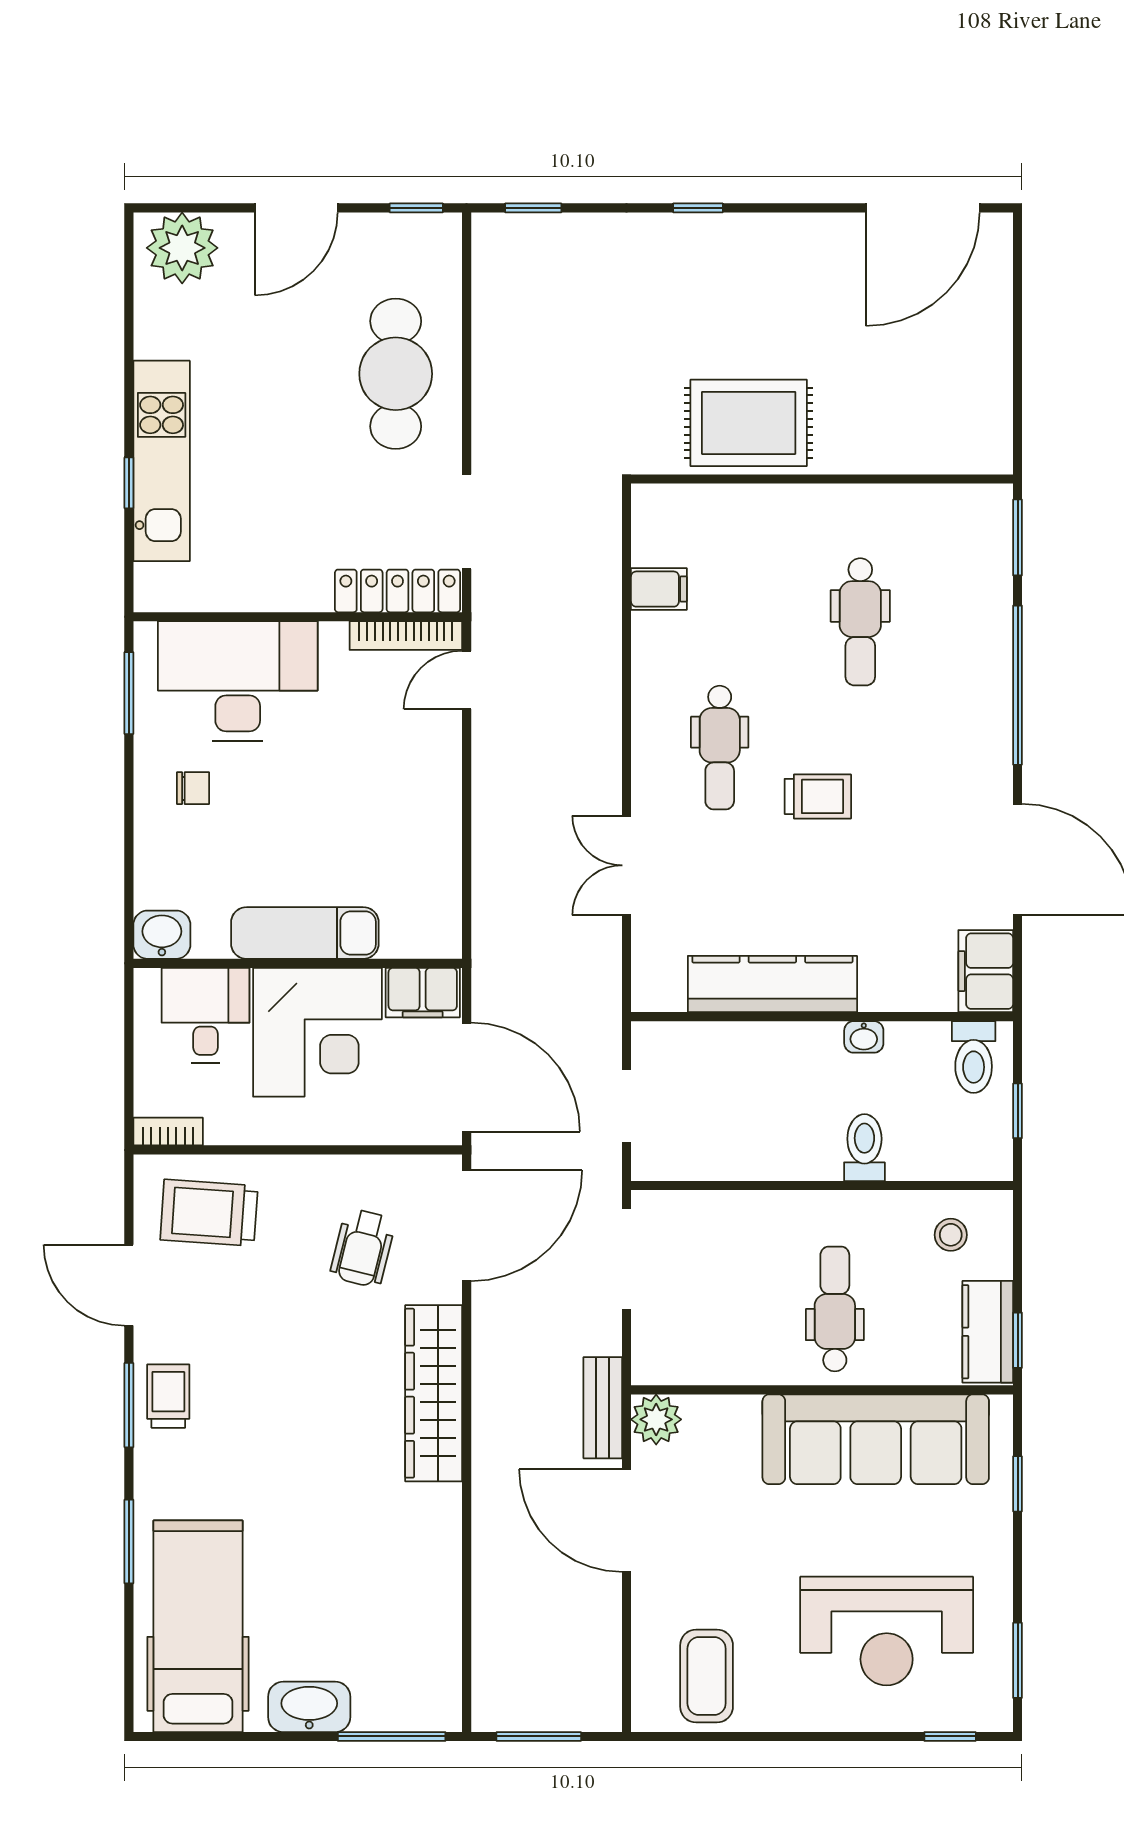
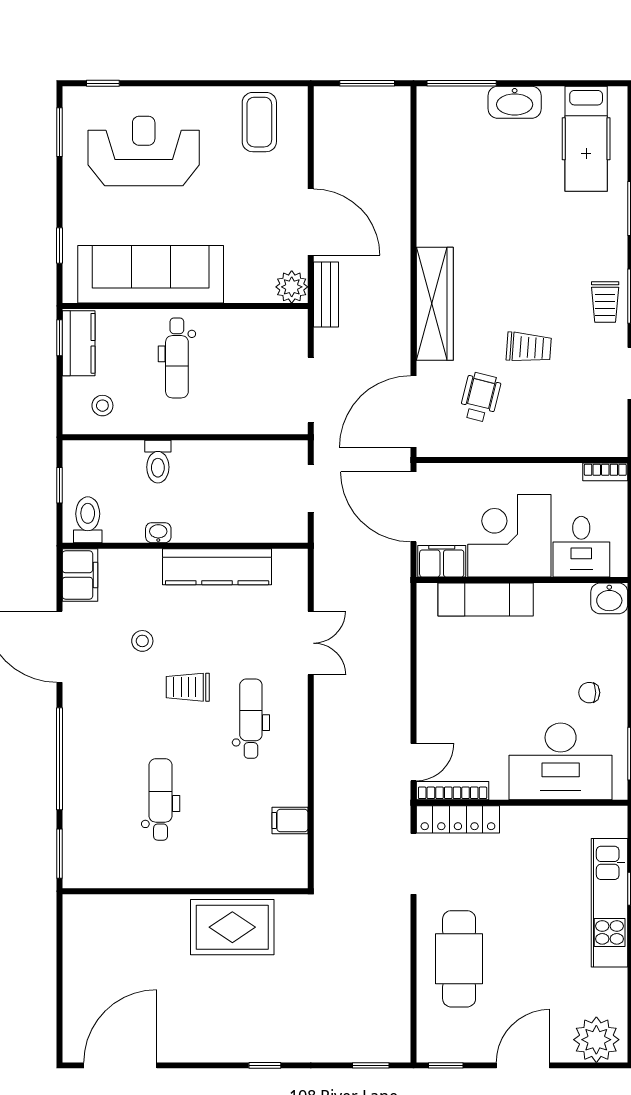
stool: (889, 869) -> (142, 641), added
exam couch: (305, 933) -> (486, 599), moved
trolley: (209, 1213) -> (529, 347), moved, width x0.73, depth x0.72
hospital bed: (198, 1626) -> (586, 139), width x0.73, depth x0.78

